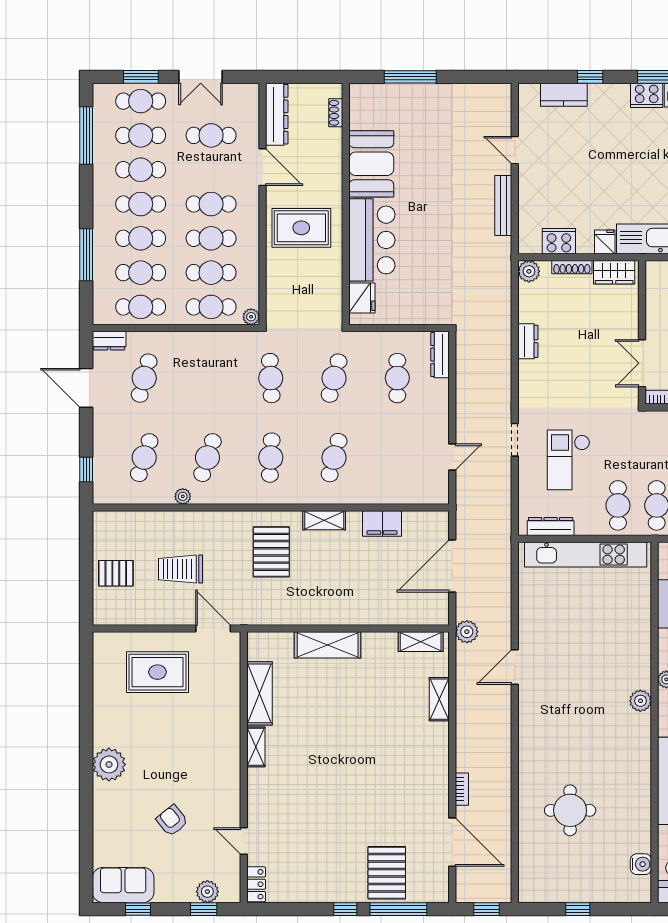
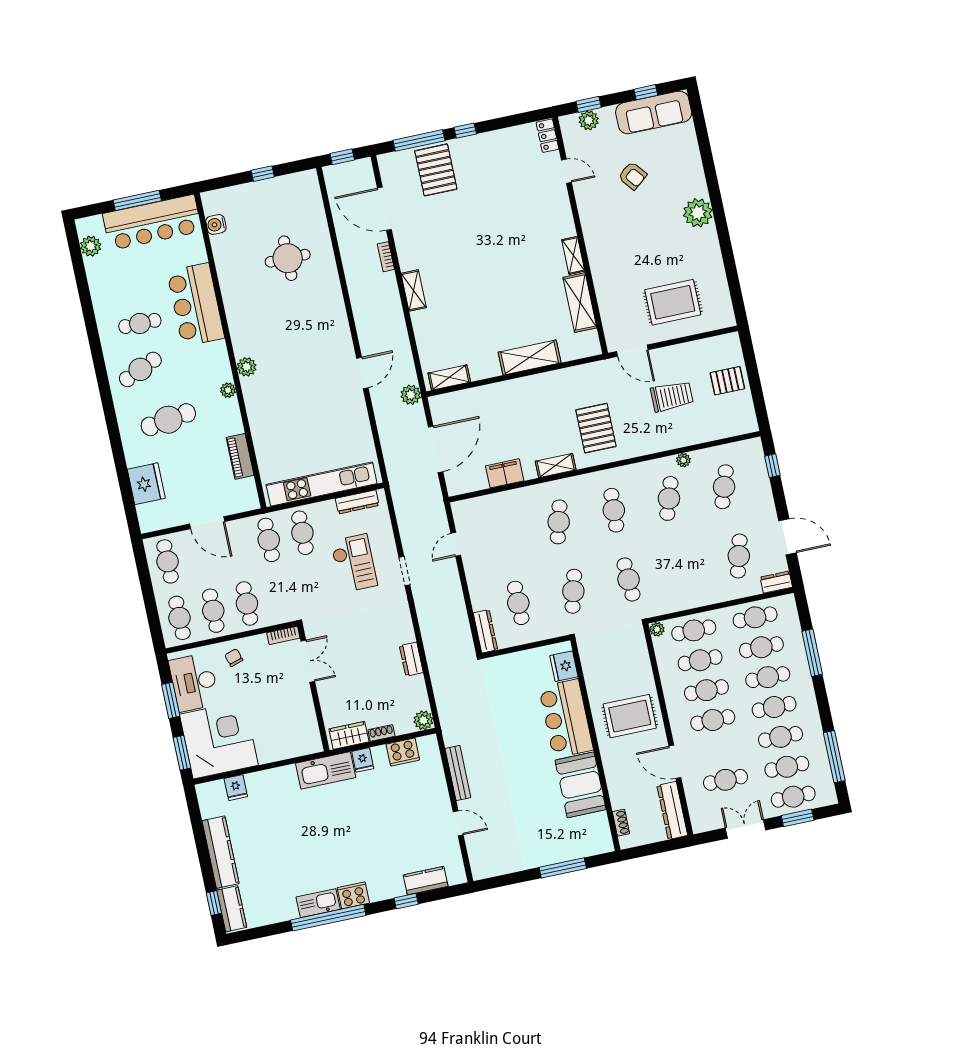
shoe rack: (572, 267) -> (381, 733), width x0.70
shelving: (439, 699) -> (414, 290), moved
sofa: (123, 885) -> (654, 112), width x1.36

